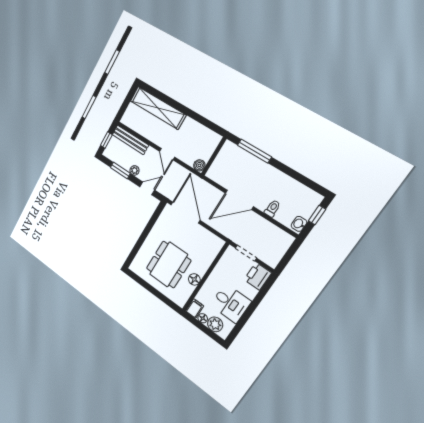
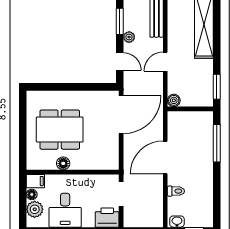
window: (210, 125) -> (217, 87), added
door: (239, 200) -> (165, 157), hinge flipped

